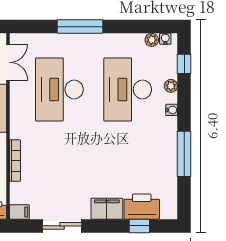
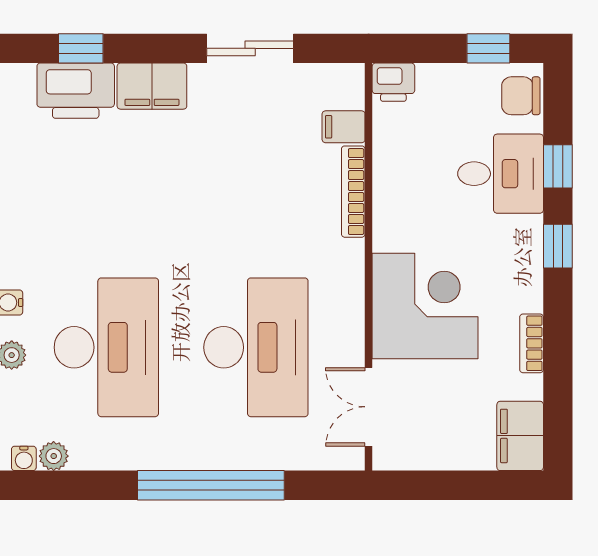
window: (80, 27) -> (211, 485), width x1.46
filing cabinet: (19, 212) -> (344, 127), moved

